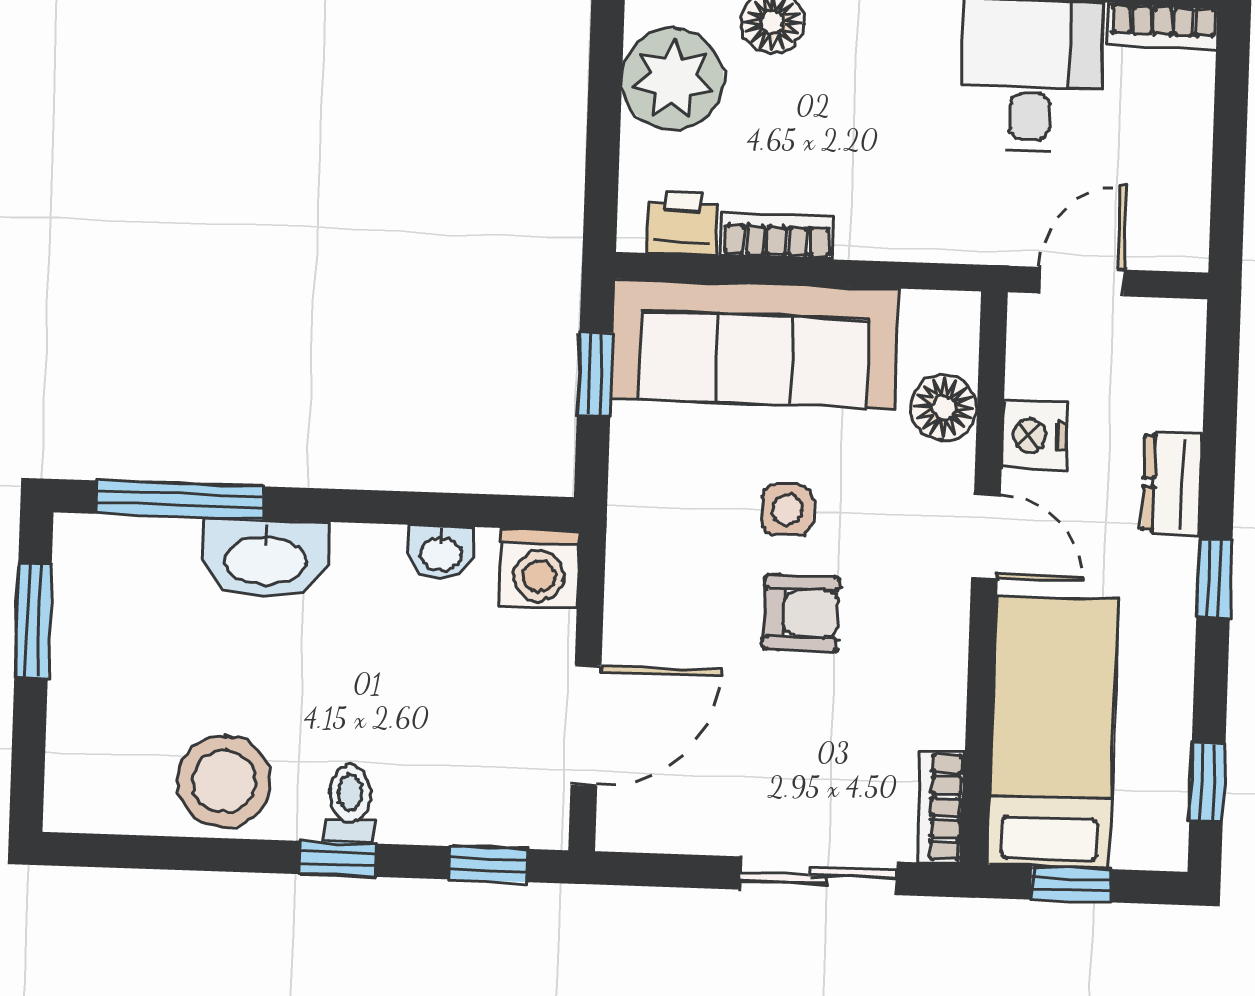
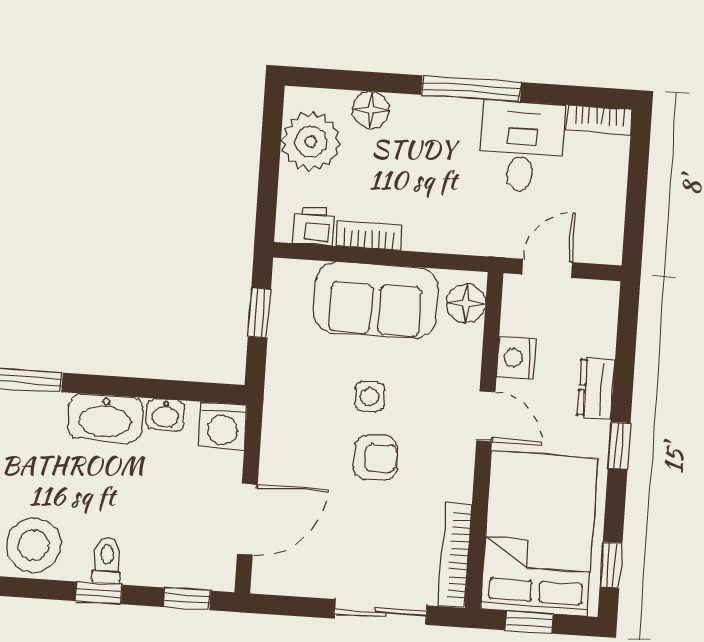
sofa: (755, 344) -> (376, 300), width x0.73
floor lamp: (944, 408) -> (466, 303), moved
washbasin: (265, 559) -> (105, 418), moved
bed: (1053, 732) -> (539, 534), width x1.50
bookcase: (940, 807) -> (455, 555), width x1.56

